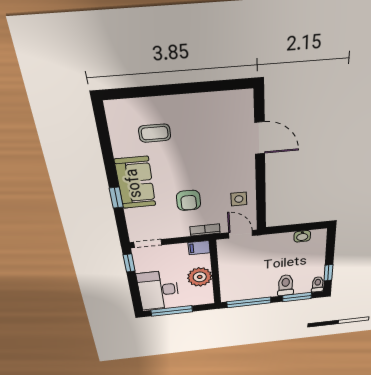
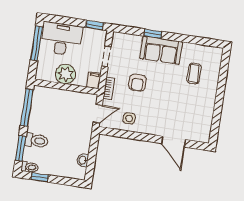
door: (260, 138) -> (173, 142), hinge flipped
armchair: (188, 200) -> (137, 83), turned -90
doorway: (148, 244) -> (106, 56), moved

